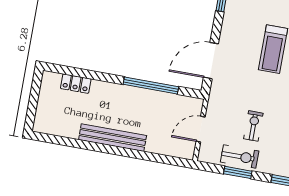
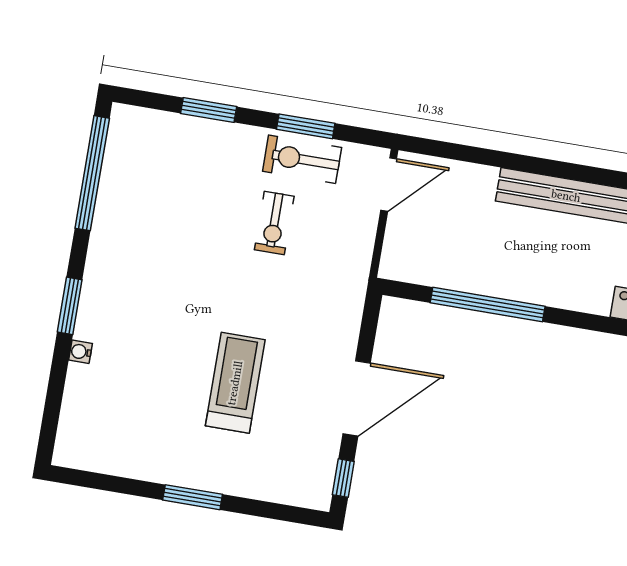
door: (211, 61) -> (357, 398), moved
door: (201, 129) -> (389, 184), moved

